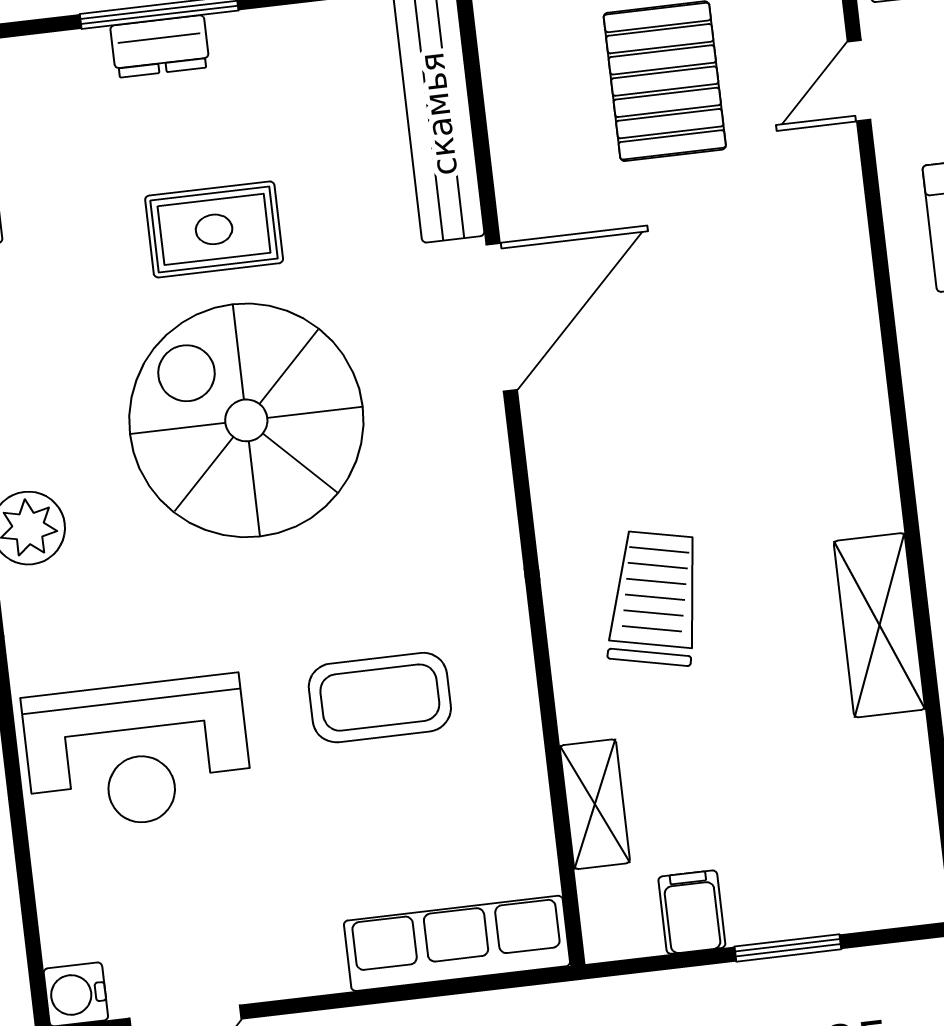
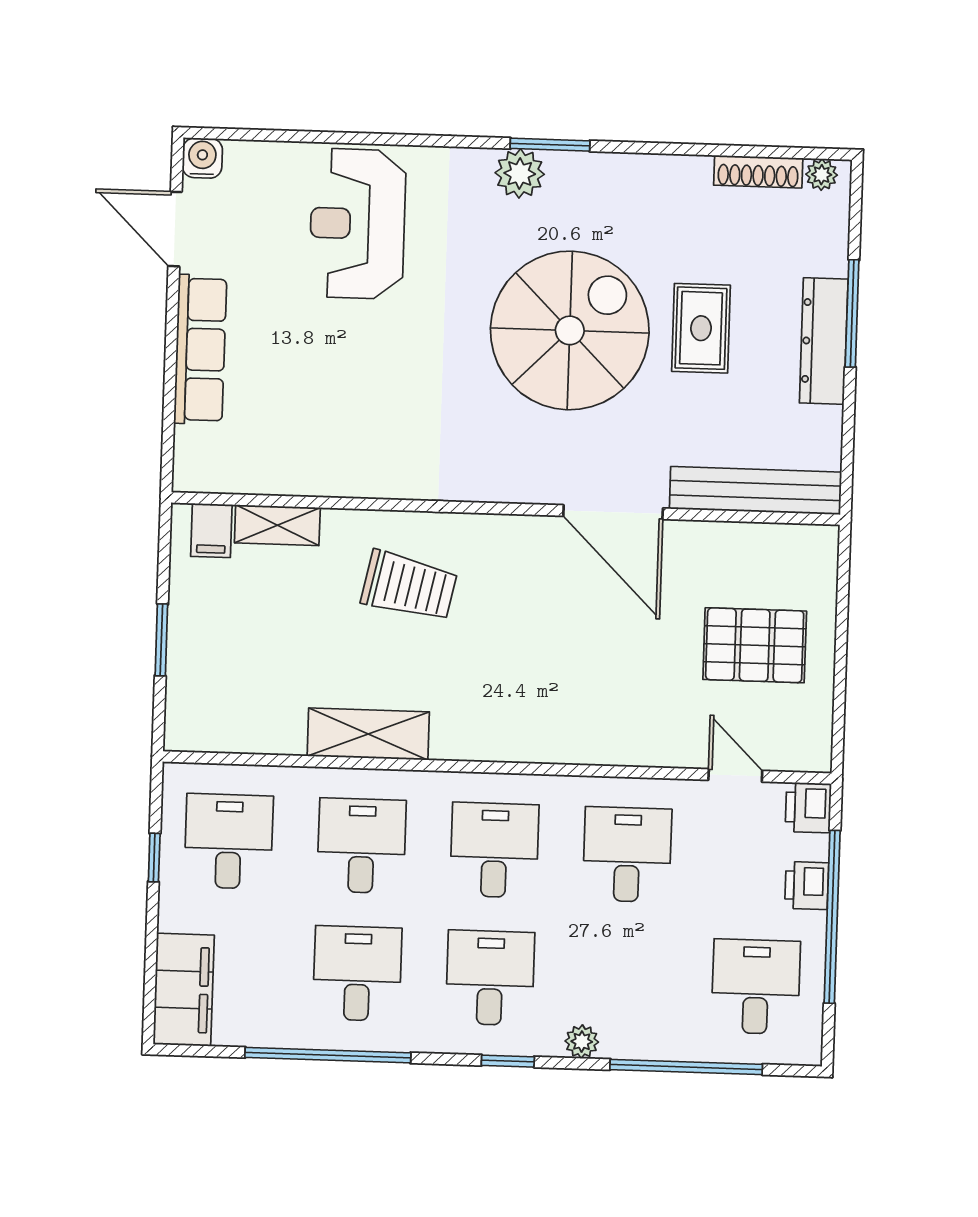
dresser: (160, 46) -> (824, 341), width x1.96, depth x1.24
coffee table: (380, 698) -> (370, 392), removed
filing cabinet: (692, 912) -> (211, 530), moved, turned 90
row of seats: (457, 943) -> (200, 349), moved

